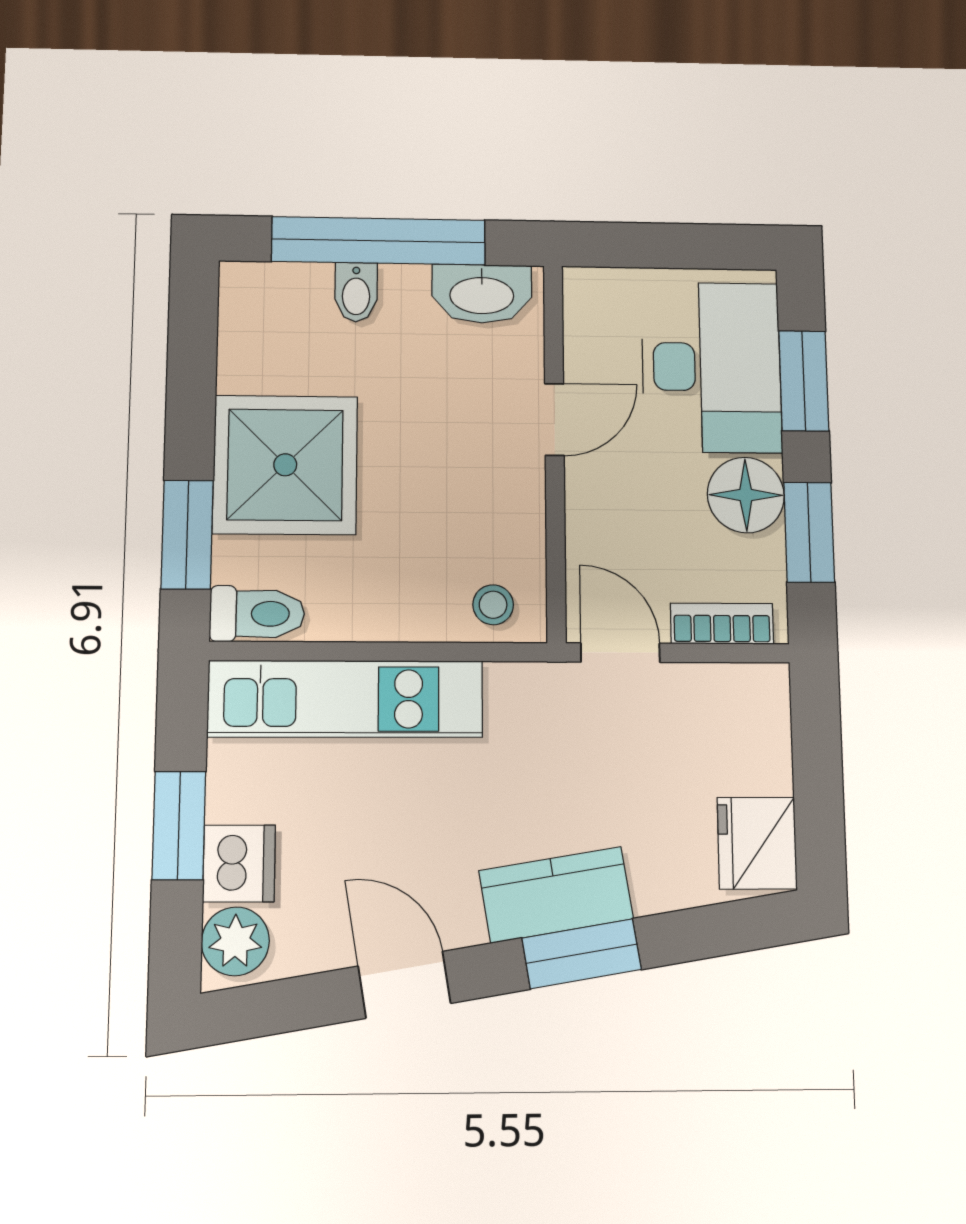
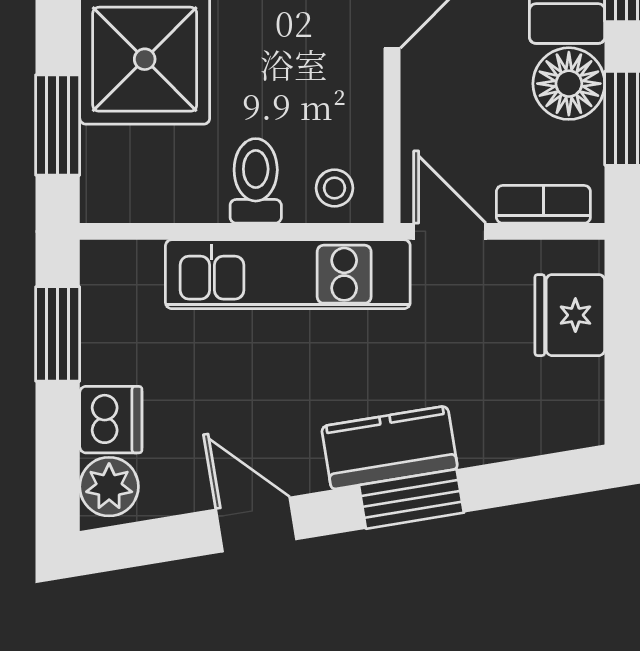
toilet: (257, 614) -> (256, 181), moved, turned -90
kitchen unit: (345, 699) -> (288, 274), moved
window: (179, 825) -> (58, 334), moved
fridge: (757, 843) -> (570, 315), moved

